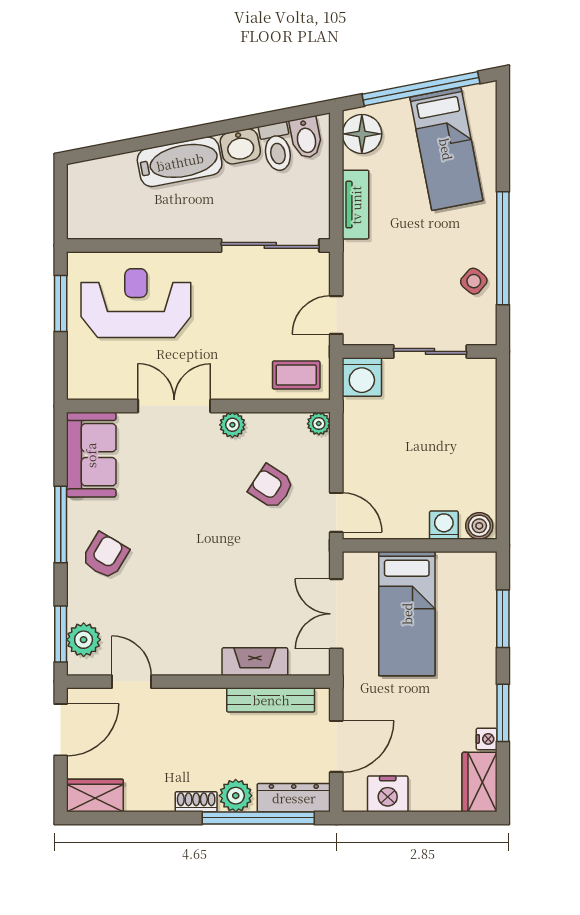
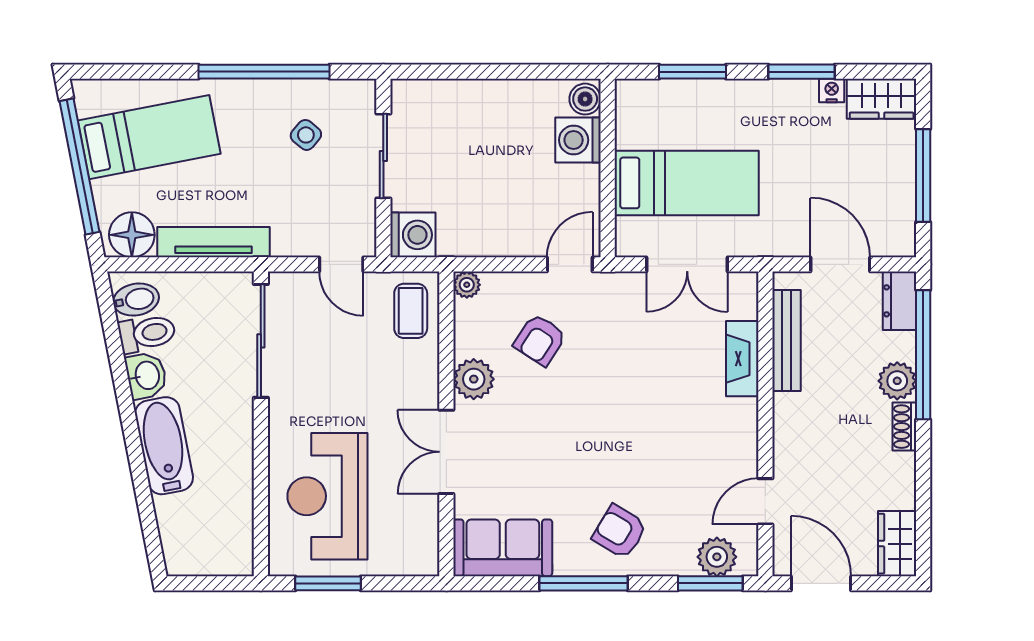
tv unit: (356, 205) -> (213, 242), width x1.41
side table: (474, 281) -> (306, 135), moved
plant: (232, 425) -> (474, 379), width x1.38, depth x1.38
washing machine: (444, 525) -> (578, 140), width x1.38, depth x1.38
nightstand: (388, 794) -> (895, 205), removed
dresser: (294, 798) -> (900, 301), width x0.70
window: (413, 818) -> (923, 176), added

